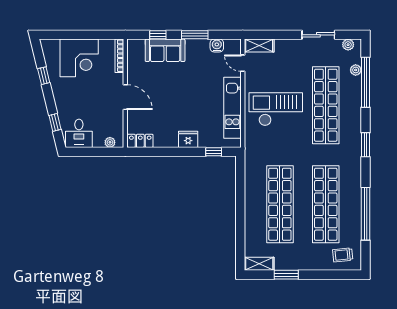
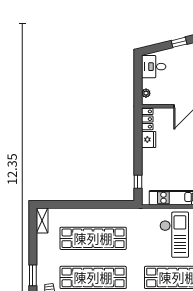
window: (55, 122) -> (179, 42), moved
fridge: (188, 139) -> (149, 140), moved
window: (286, 275) -> (33, 275), moved

